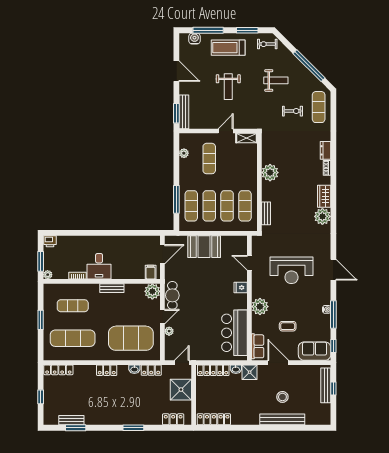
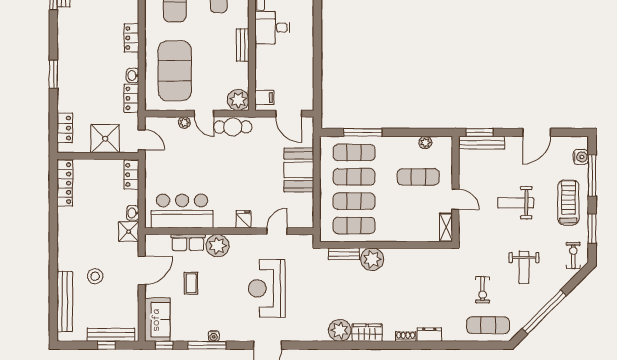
plant: (270, 173) -> (372, 259), moved
row of seats: (258, 346) -> (188, 242), moved
locker: (213, 370) -> (131, 175), width x0.66
bench: (282, 419) -> (65, 302), moved

